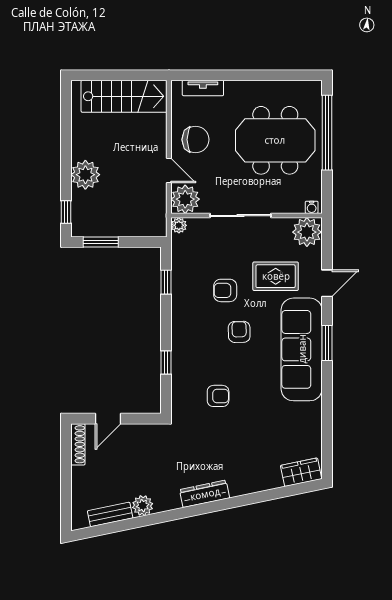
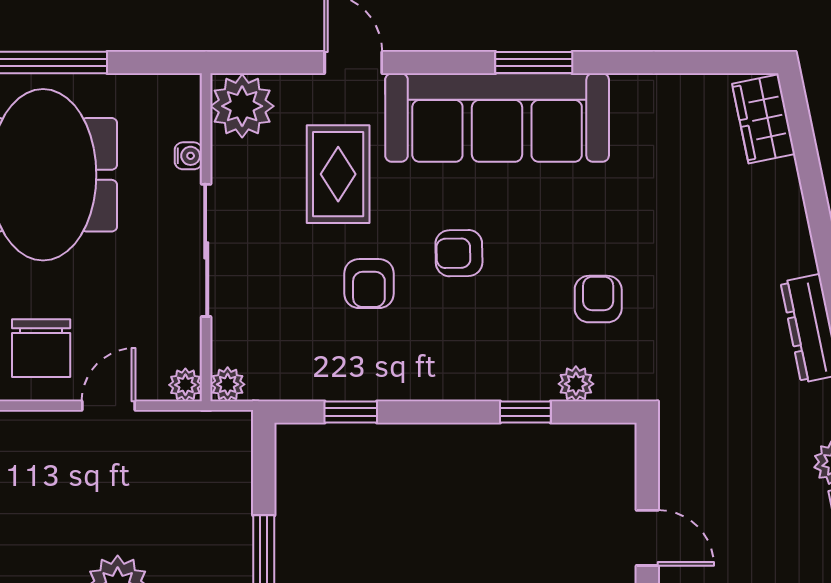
chair: (195, 140) -> (41, 348), turned 180
plant: (185, 199) -> (185, 385), width x0.53, depth x0.53
water cooler: (312, 207) -> (188, 156), moved
window: (327, 343) -> (534, 63), moved
plant: (179, 386) -> (576, 384), added

